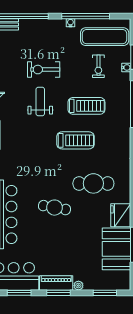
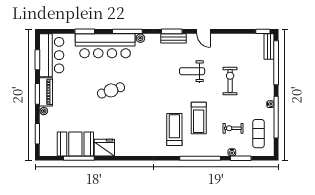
exercise mat: (105, 37) -> (258, 134), width x0.73, depth x0.69
weight bench: (40, 102) -> (192, 71), moved, turned 180
treadmill: (75, 140) -> (174, 130), moved, turned 180
cafe table: (93, 183) -> (132, 124), removed
cafe table: (54, 208) -> (111, 90), turned 61

